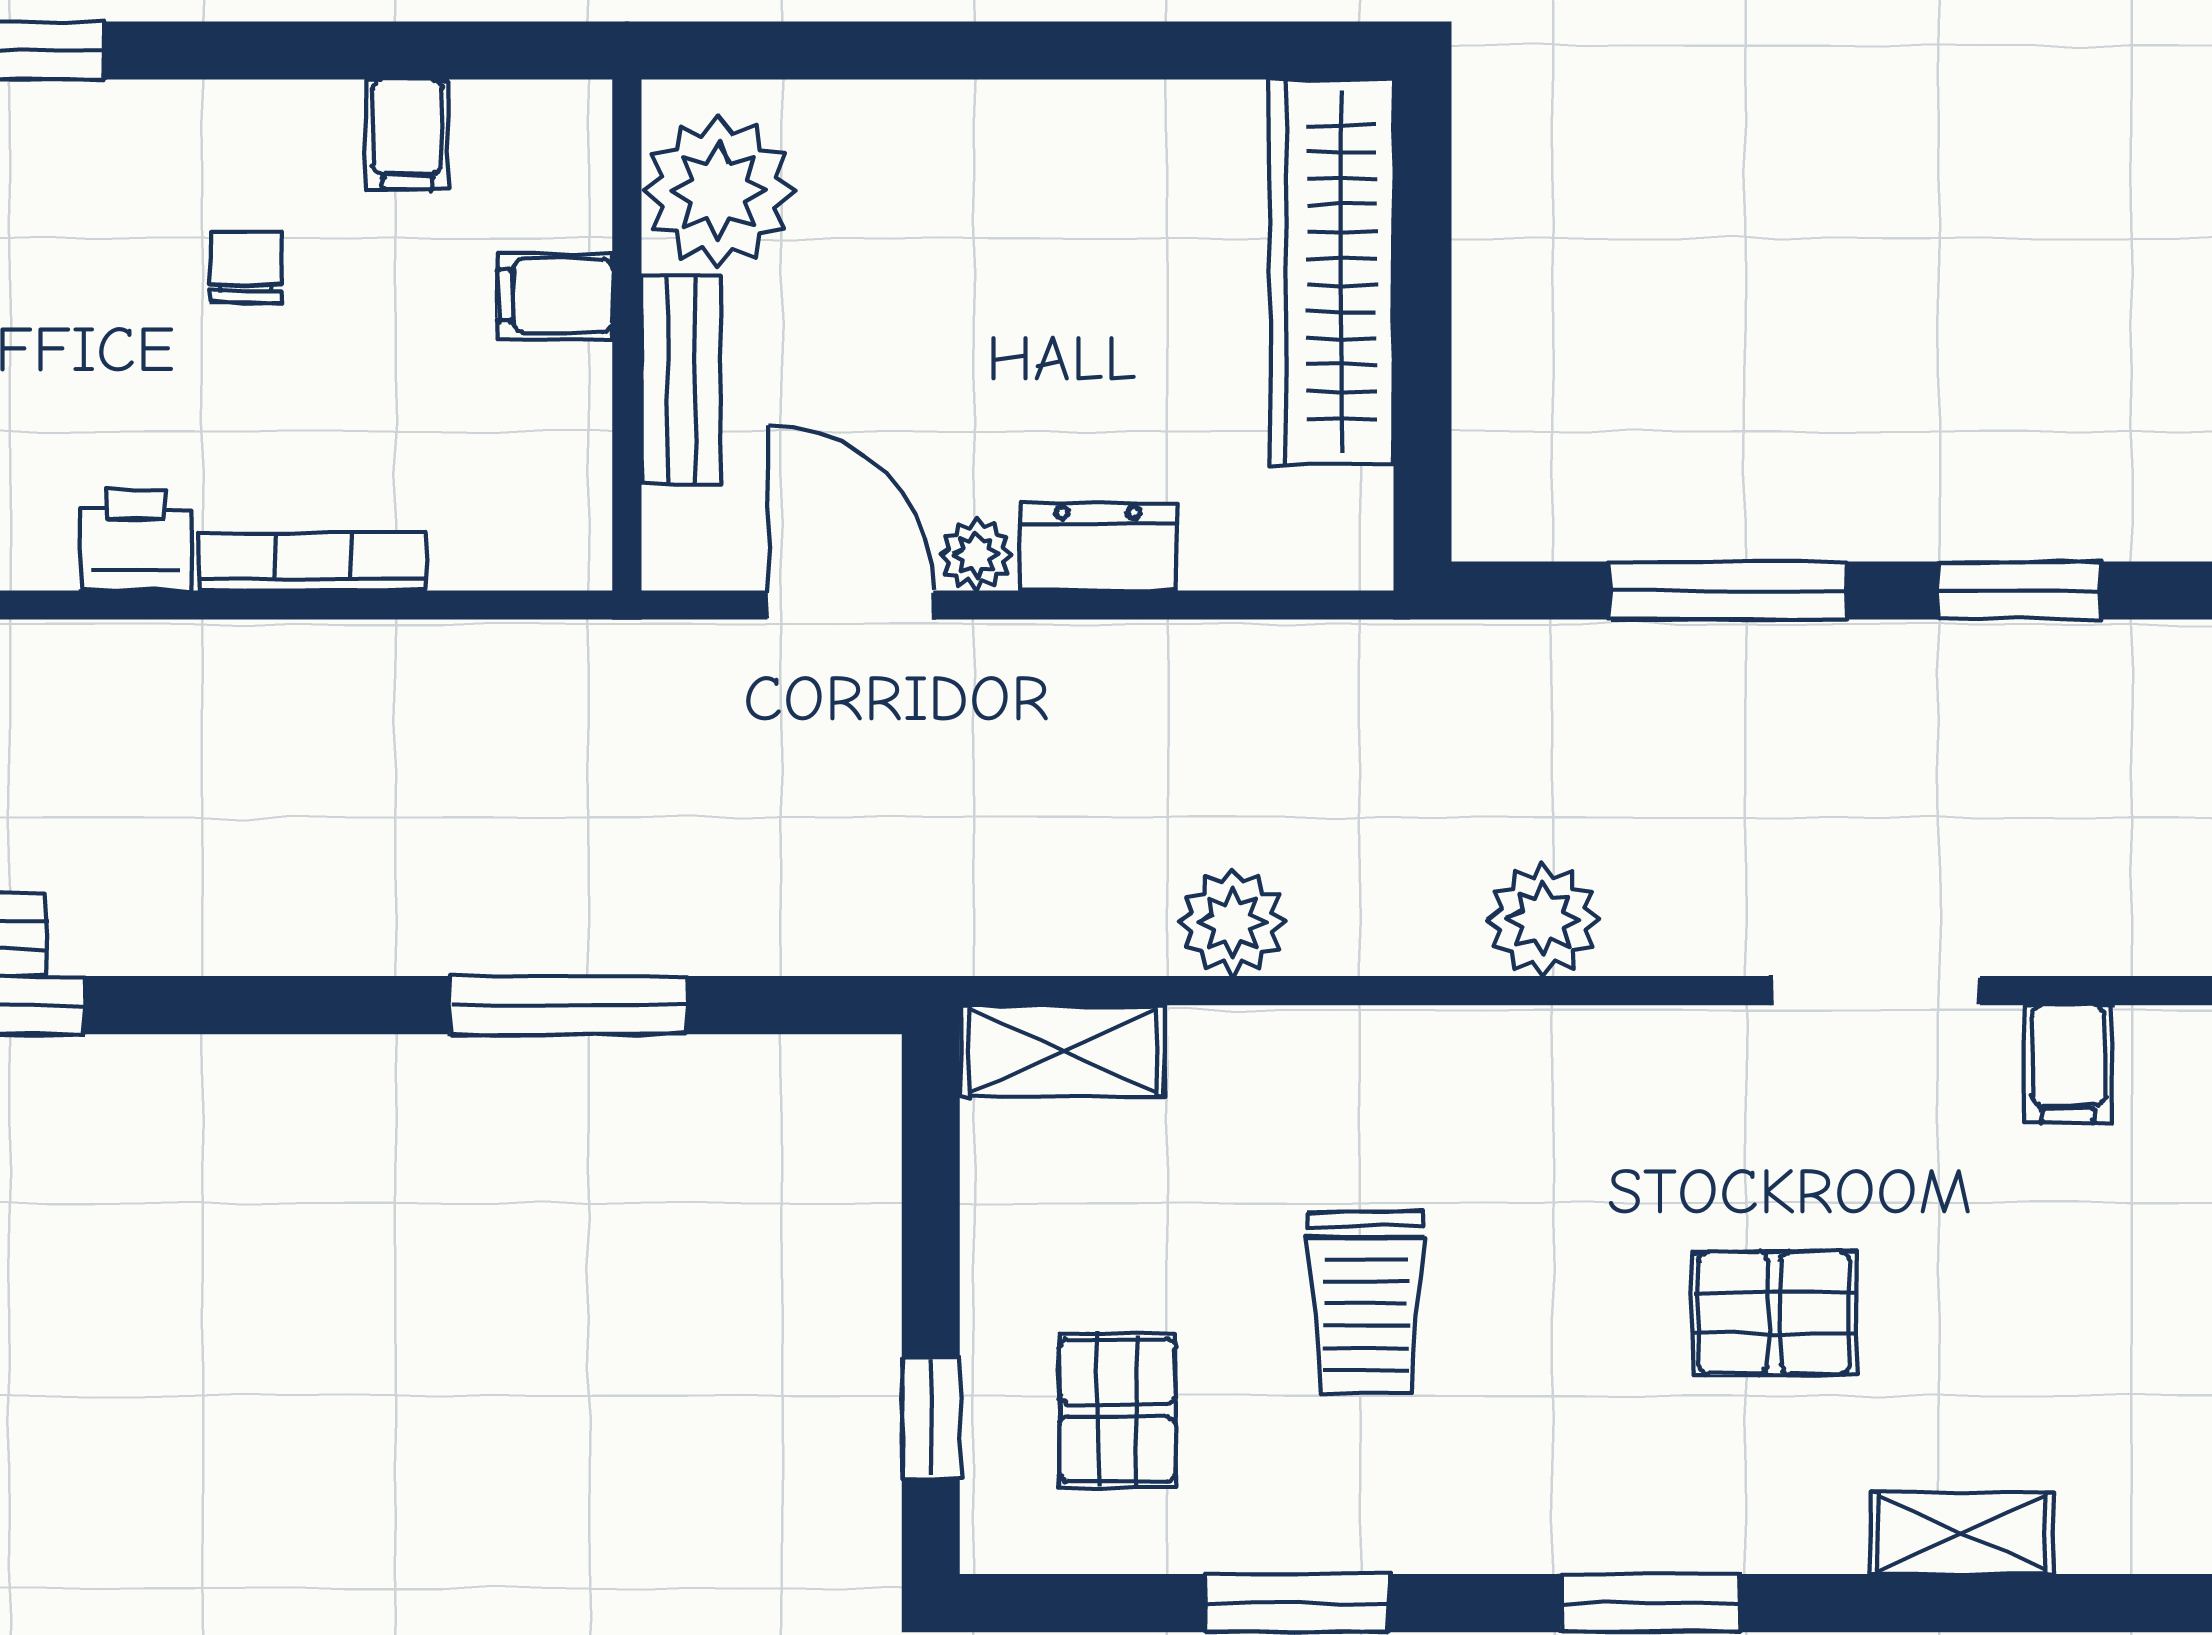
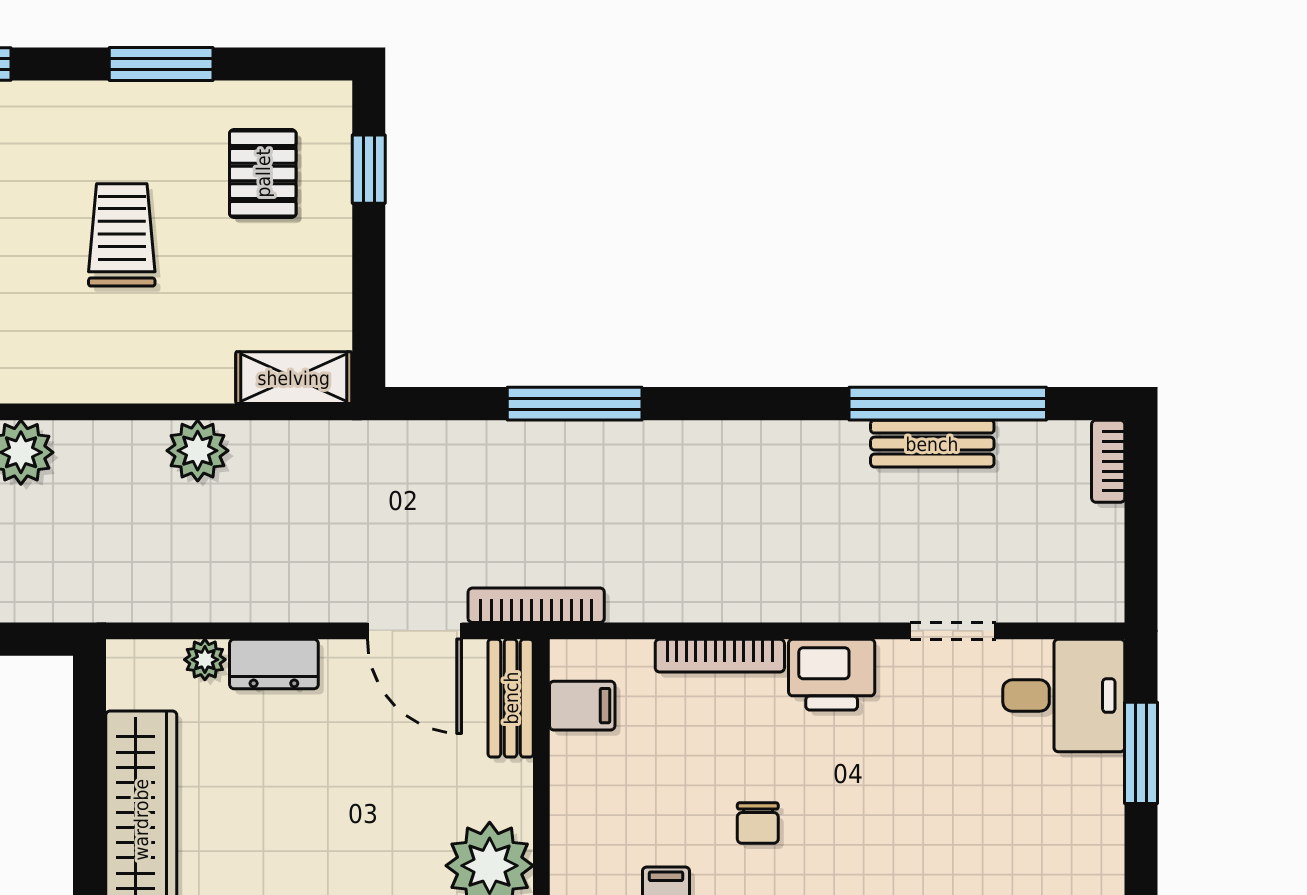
filing cabinet: (555, 295) -> (582, 706), moved
bench: (681, 380) -> (511, 698), moved
printer: (136, 540) -> (832, 675), width x1.36, depth x1.24
plant: (976, 555) -> (205, 660), moved
bookcase: (636, 650) -> (536, 605), added

